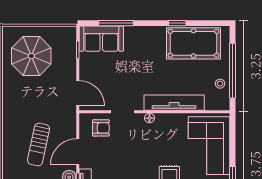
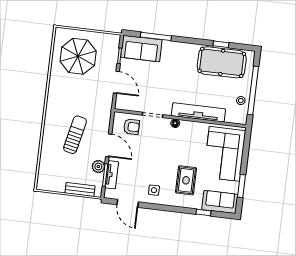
window: (177, 23) -> (221, 44), moved
door: (78, 93) -> (116, 82), moved
sun lounger: (39, 145) -> (75, 135), turned 180
door: (78, 152) -> (109, 145), swing flipped

